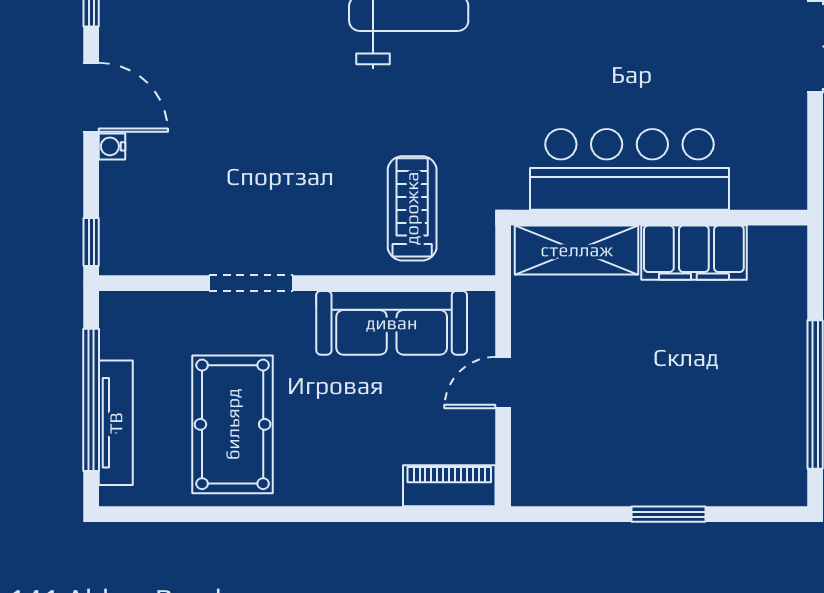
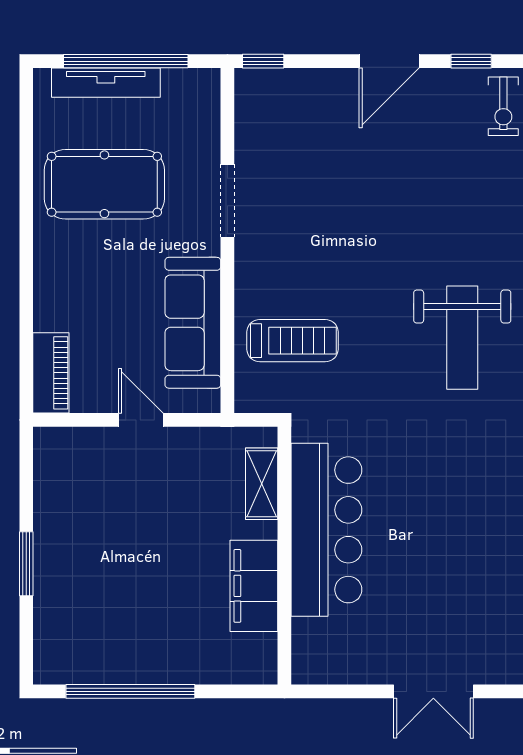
water cooler: (112, 146) -> (346, 79), removed
shelving: (577, 250) -> (262, 484), width x0.67, depth x0.75

